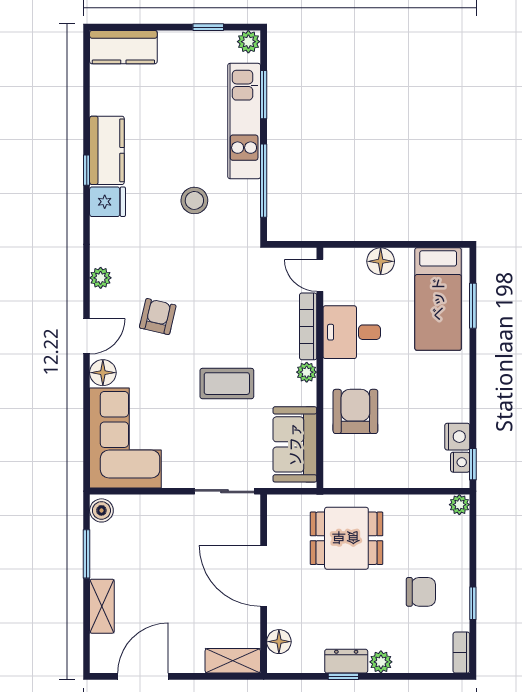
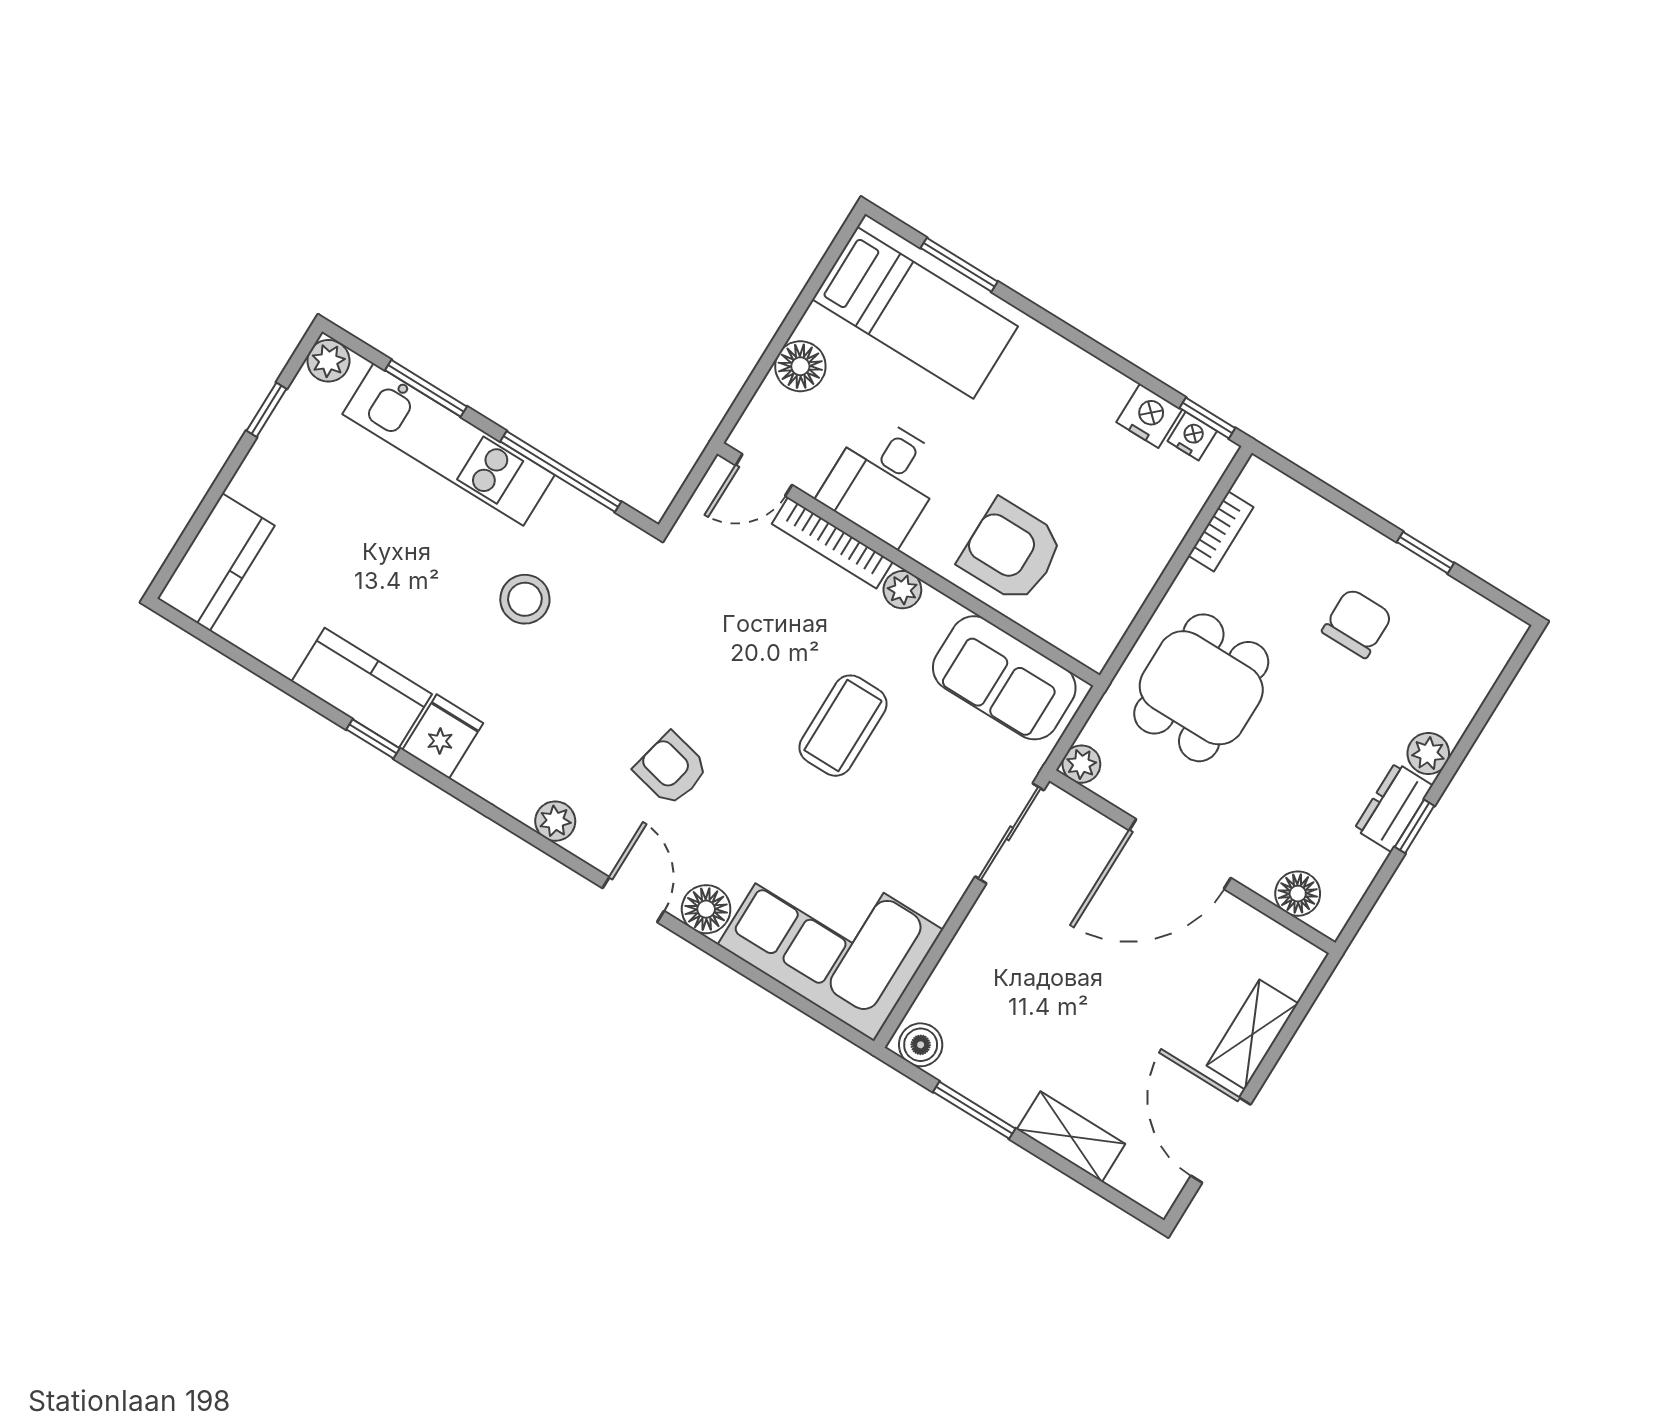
plant: (459, 505) -> (1081, 764), moved
bookcase: (461, 653) -> (1221, 531), moved, turned -90
shelving: (233, 661) -> (1252, 1034), moved

